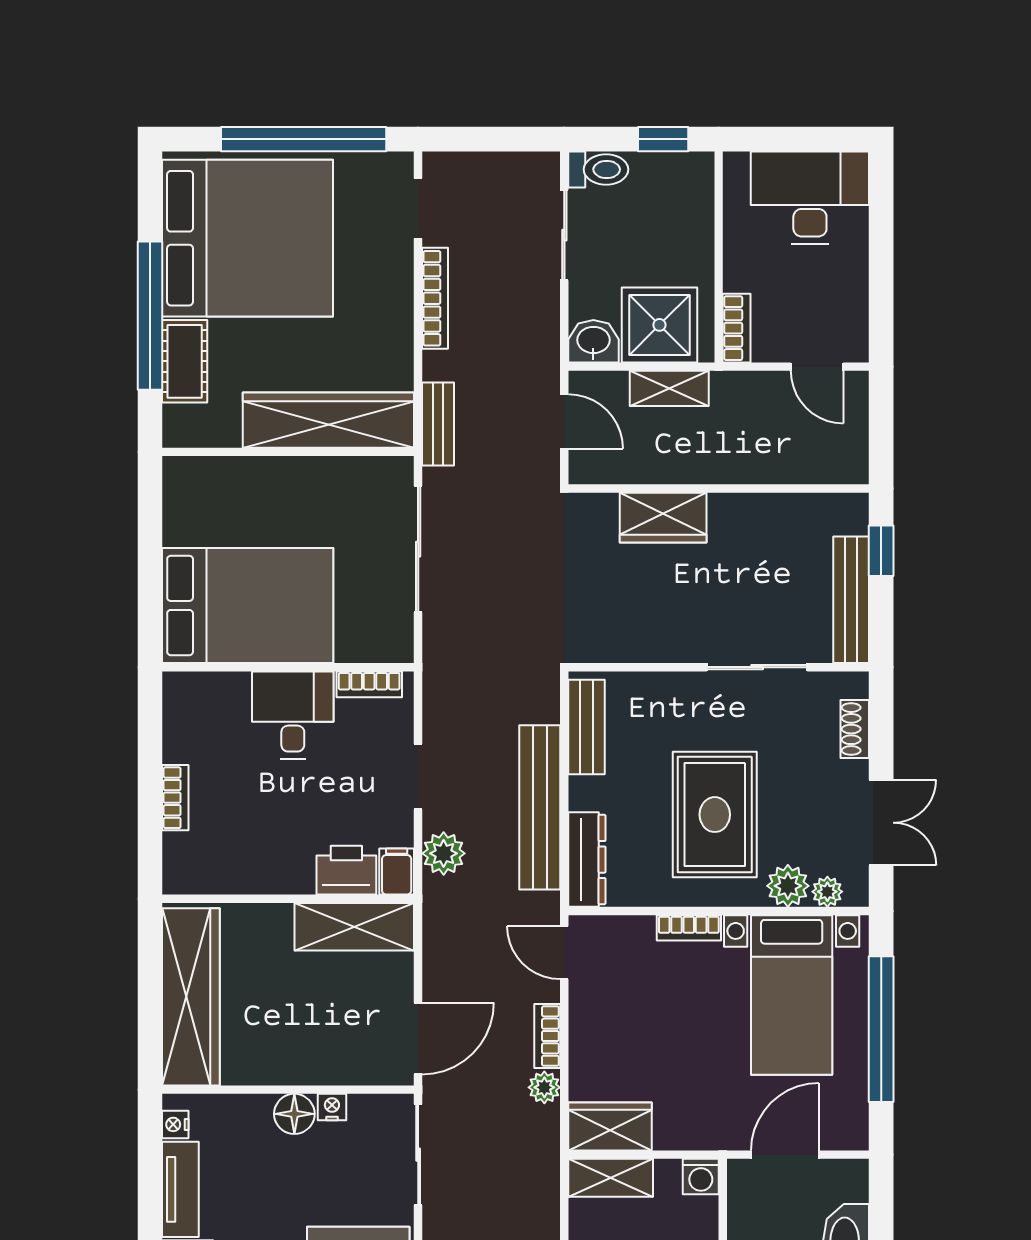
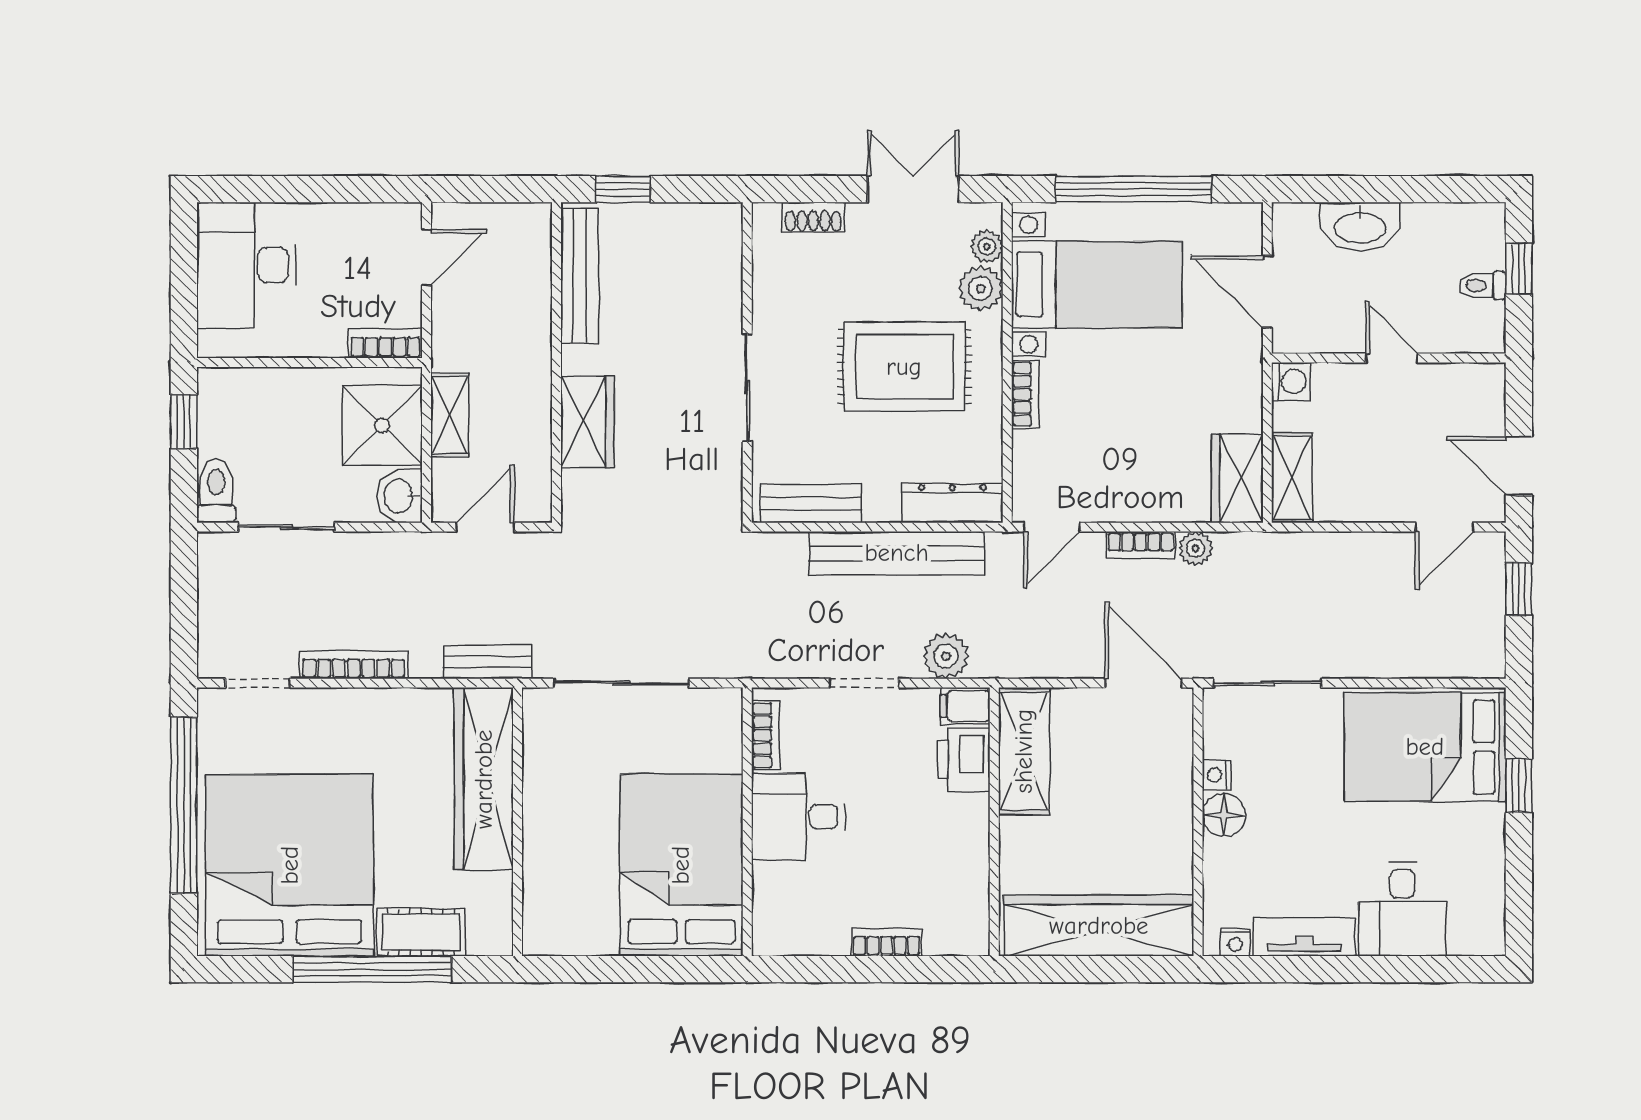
bench: (851, 600) -> (580, 276), moved, turned 90
sliding door: (757, 667) -> (747, 388), moved

